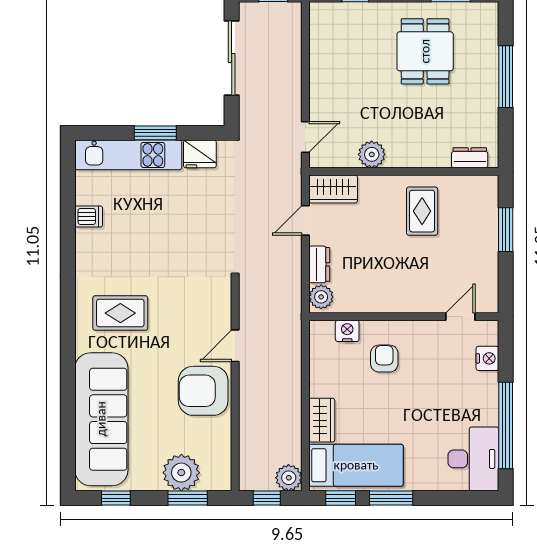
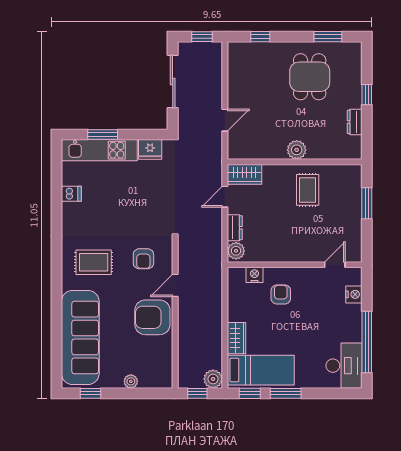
window: (506, 77) -> (367, 95), width x0.46
window: (155, 133) -> (103, 135), moved
door: (305, 137) -> (225, 120), moved
plant: (372, 154) -> (297, 150), moved
dresser: (470, 158) -> (355, 122), moved, turned -90
armchair: (190, 308) -> (143, 259), added
plant: (181, 473) -> (131, 381), width x0.53, depth x0.53
window: (188, 498) -> (141, 393), removed

